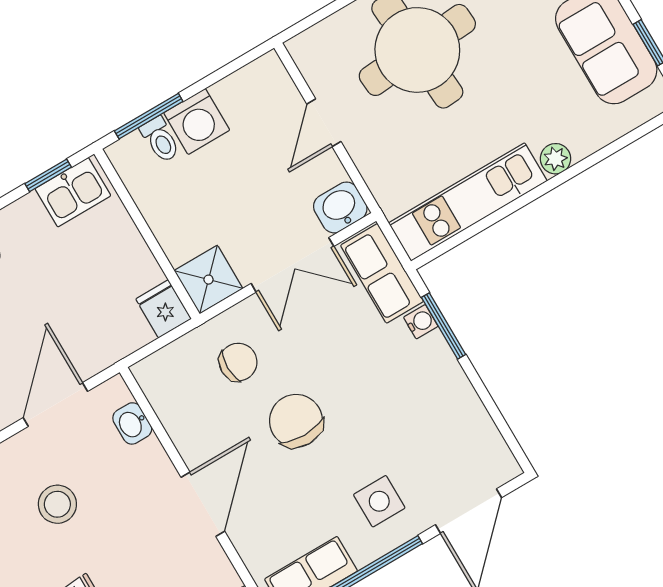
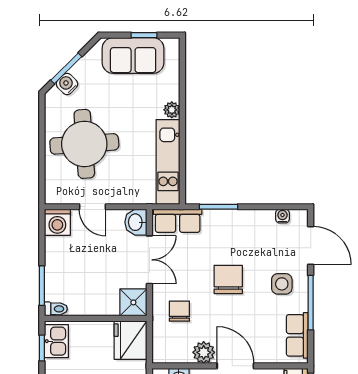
washing machine: (197, 121) -> (57, 222), moved, turned 90
toilet: (160, 140) -> (56, 309), moved
fridge: (163, 309) -> (131, 340), width x1.88, depth x1.34
water cooler: (421, 322) -> (282, 216), moved
chair: (296, 421) -> (228, 279), moved, turned 90
plant: (195, 440) -> (204, 352), added

